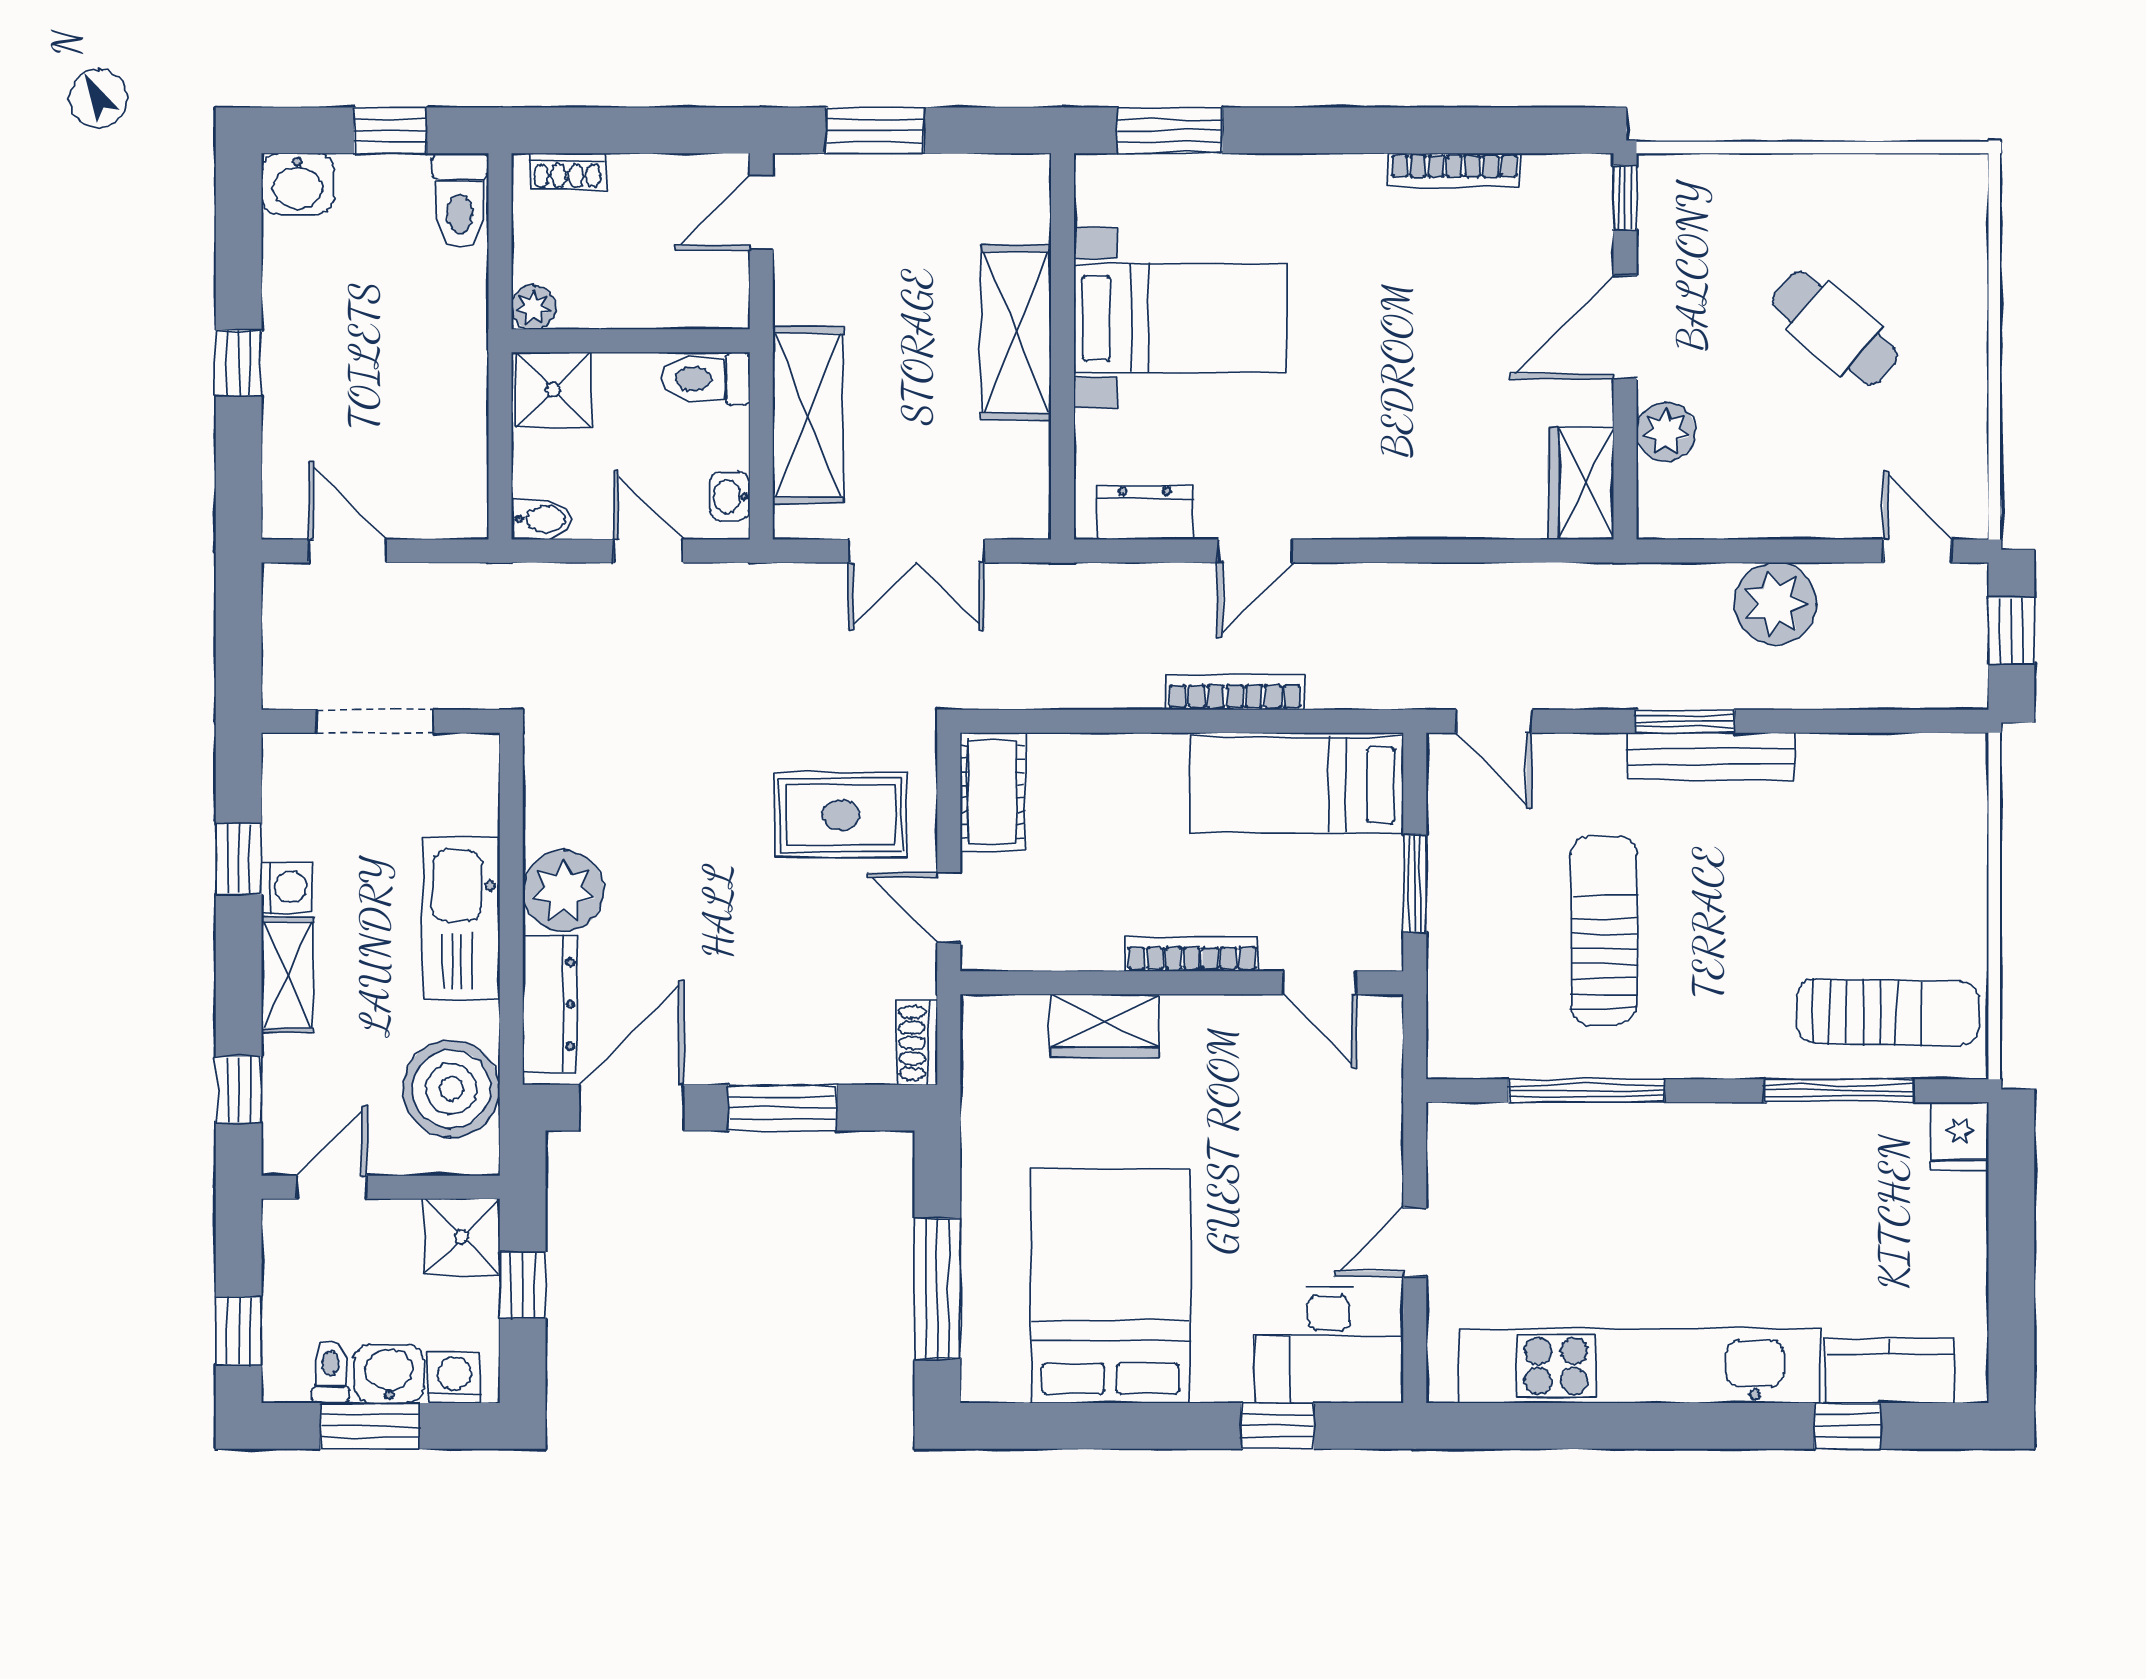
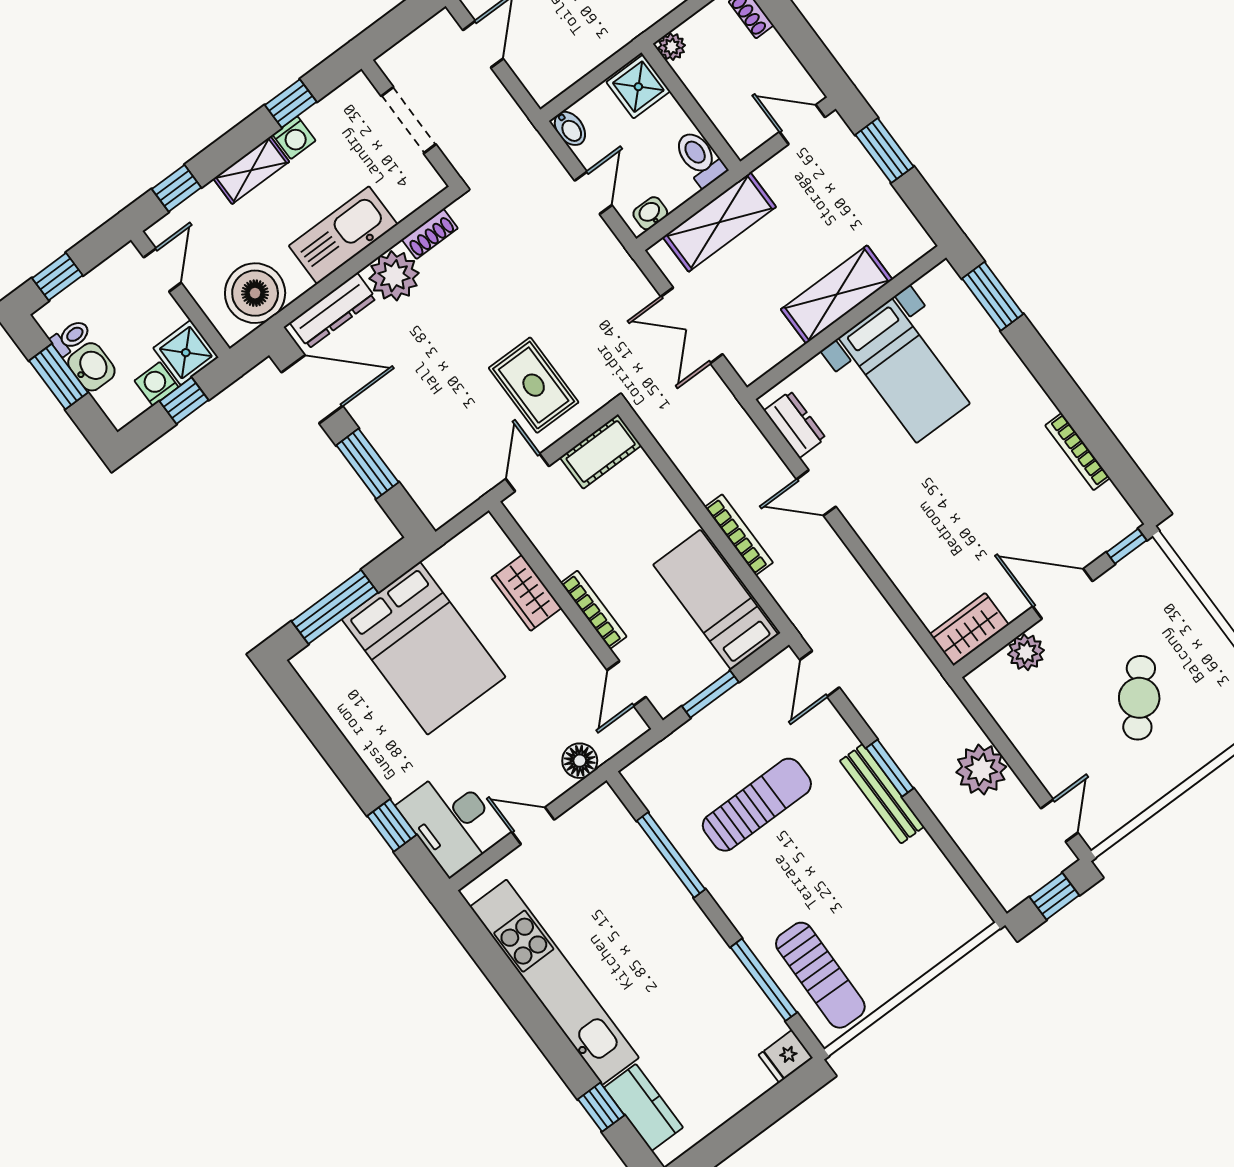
shoe rack: (917, 1043) -> (430, 234), moved, turned 180
floor lamp: (1375, 1118) -> (580, 761), added
door: (331, 1187) -> (162, 270), hinge flipped
bed: (1110, 1286) -> (424, 648), moved, turned 90
washing machine: (454, 1377) -> (156, 384), moved, turned -90

